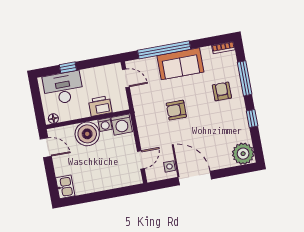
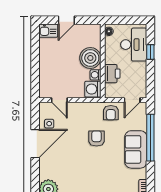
armchair: (222, 91) -> (111, 113), moved, turned 90
door: (46, 148) -> (66, 20), moved

